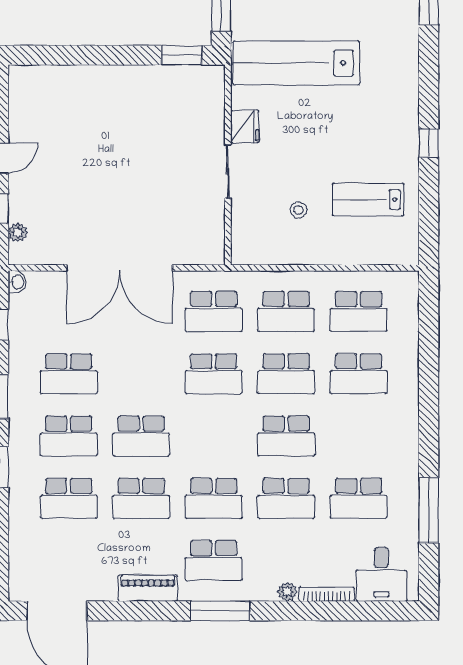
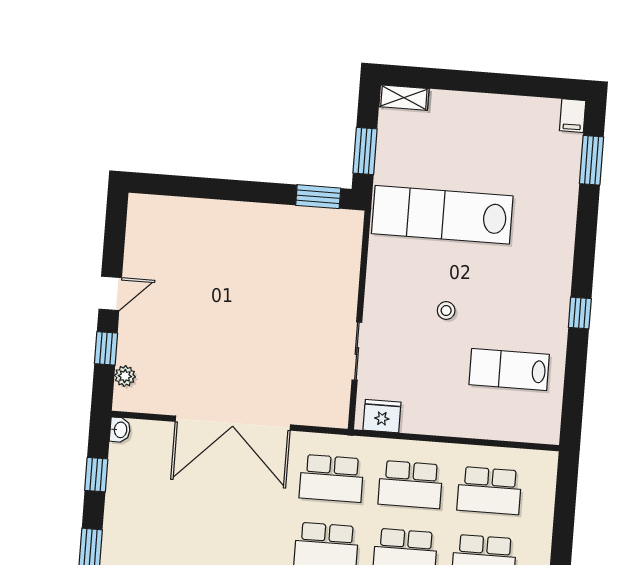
fridge: (245, 127) -> (382, 416), moved, turned -90
sliding door: (228, 172) -> (357, 351), moved
stool: (298, 210) -> (446, 311), moved
school desk: (69, 374) -> (168, 534), removed

